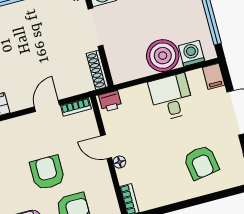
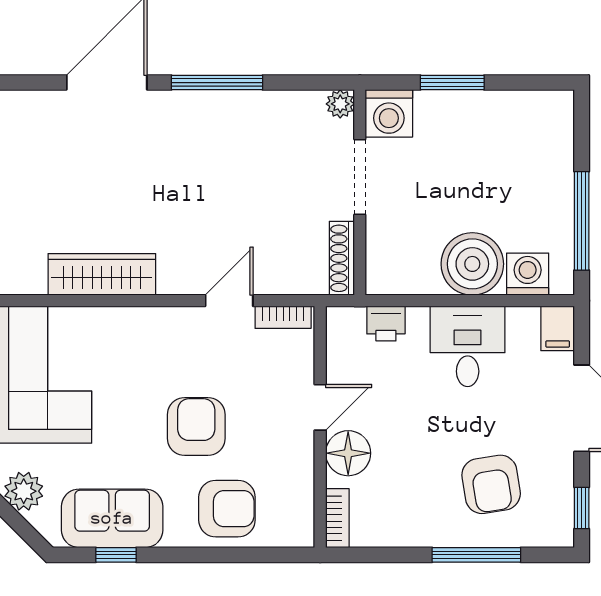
printer: (110, 101) -> (386, 323), moved
door: (106, 147) -> (320, 407), swing flipped
floor lamp: (119, 162) -> (348, 453), width x1.89, depth x1.89
window: (203, 199) -> (476, 555), added

